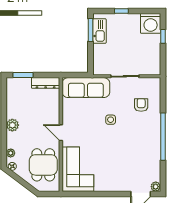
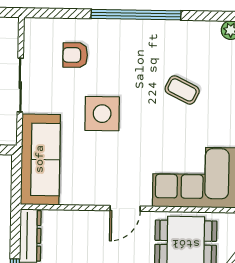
side table: (111, 120) -> (102, 114), width x1.87, depth x1.87
coffee table: (124, 162) -> (182, 90), added

